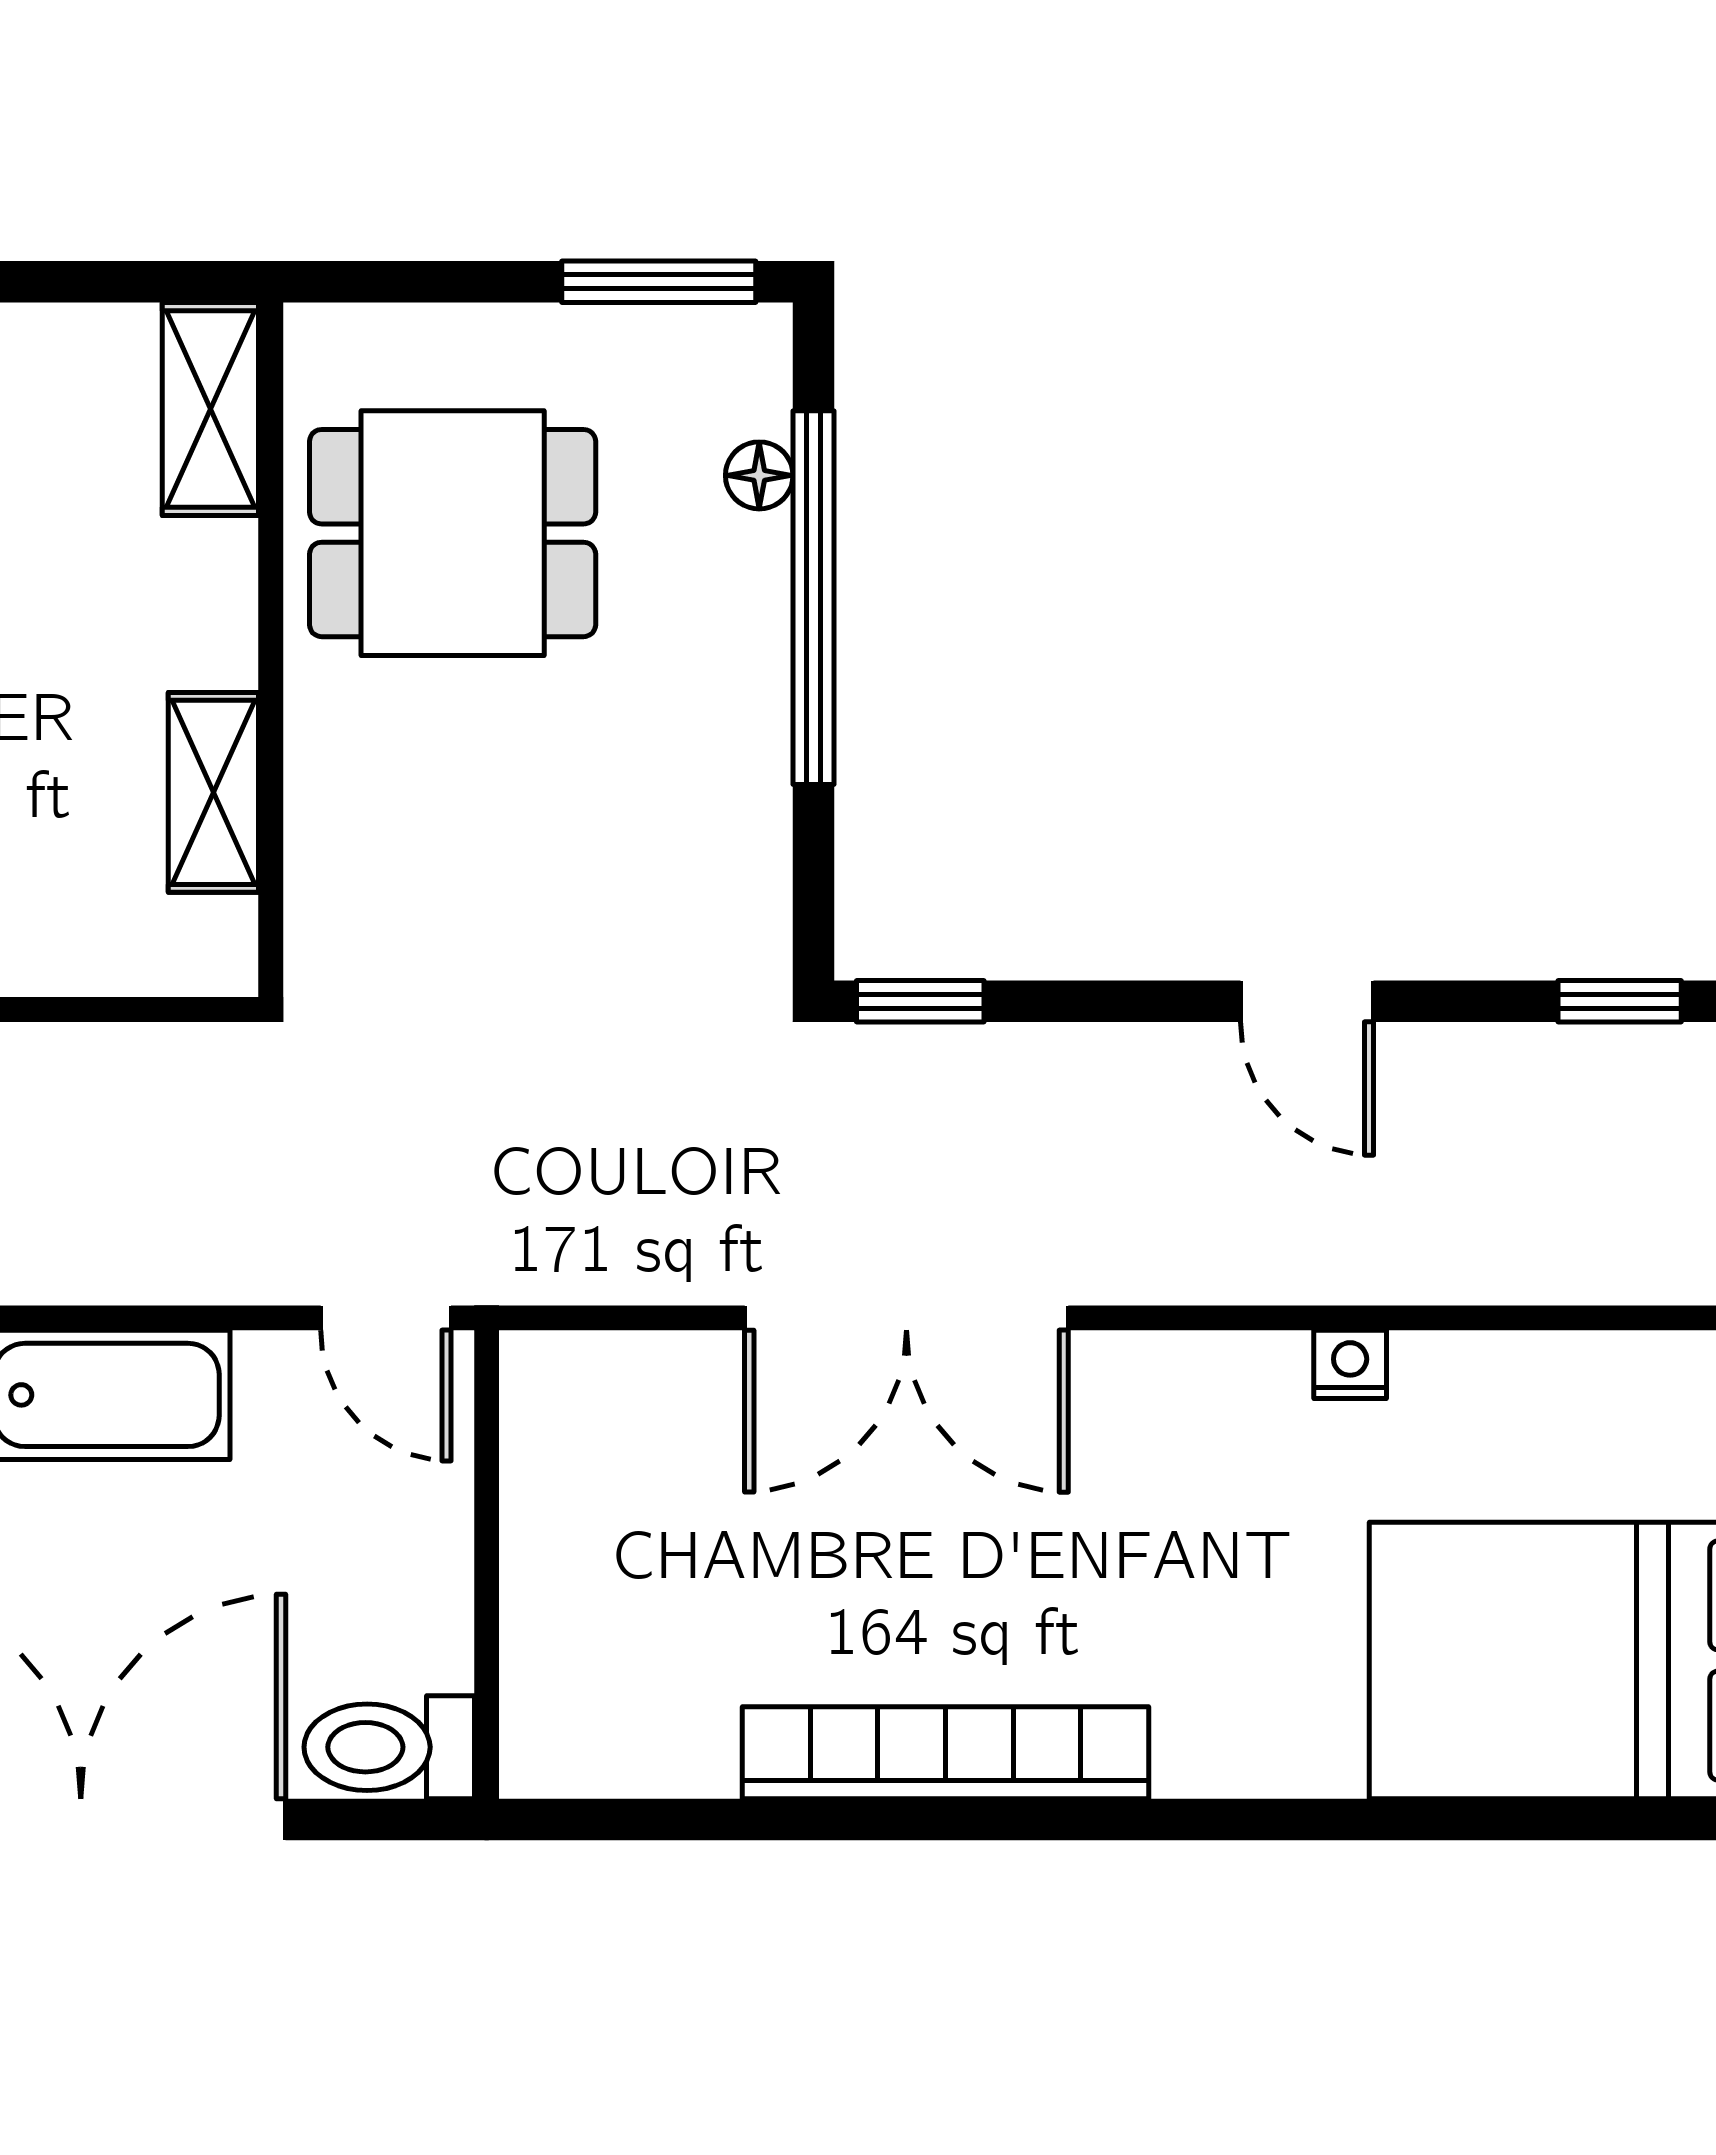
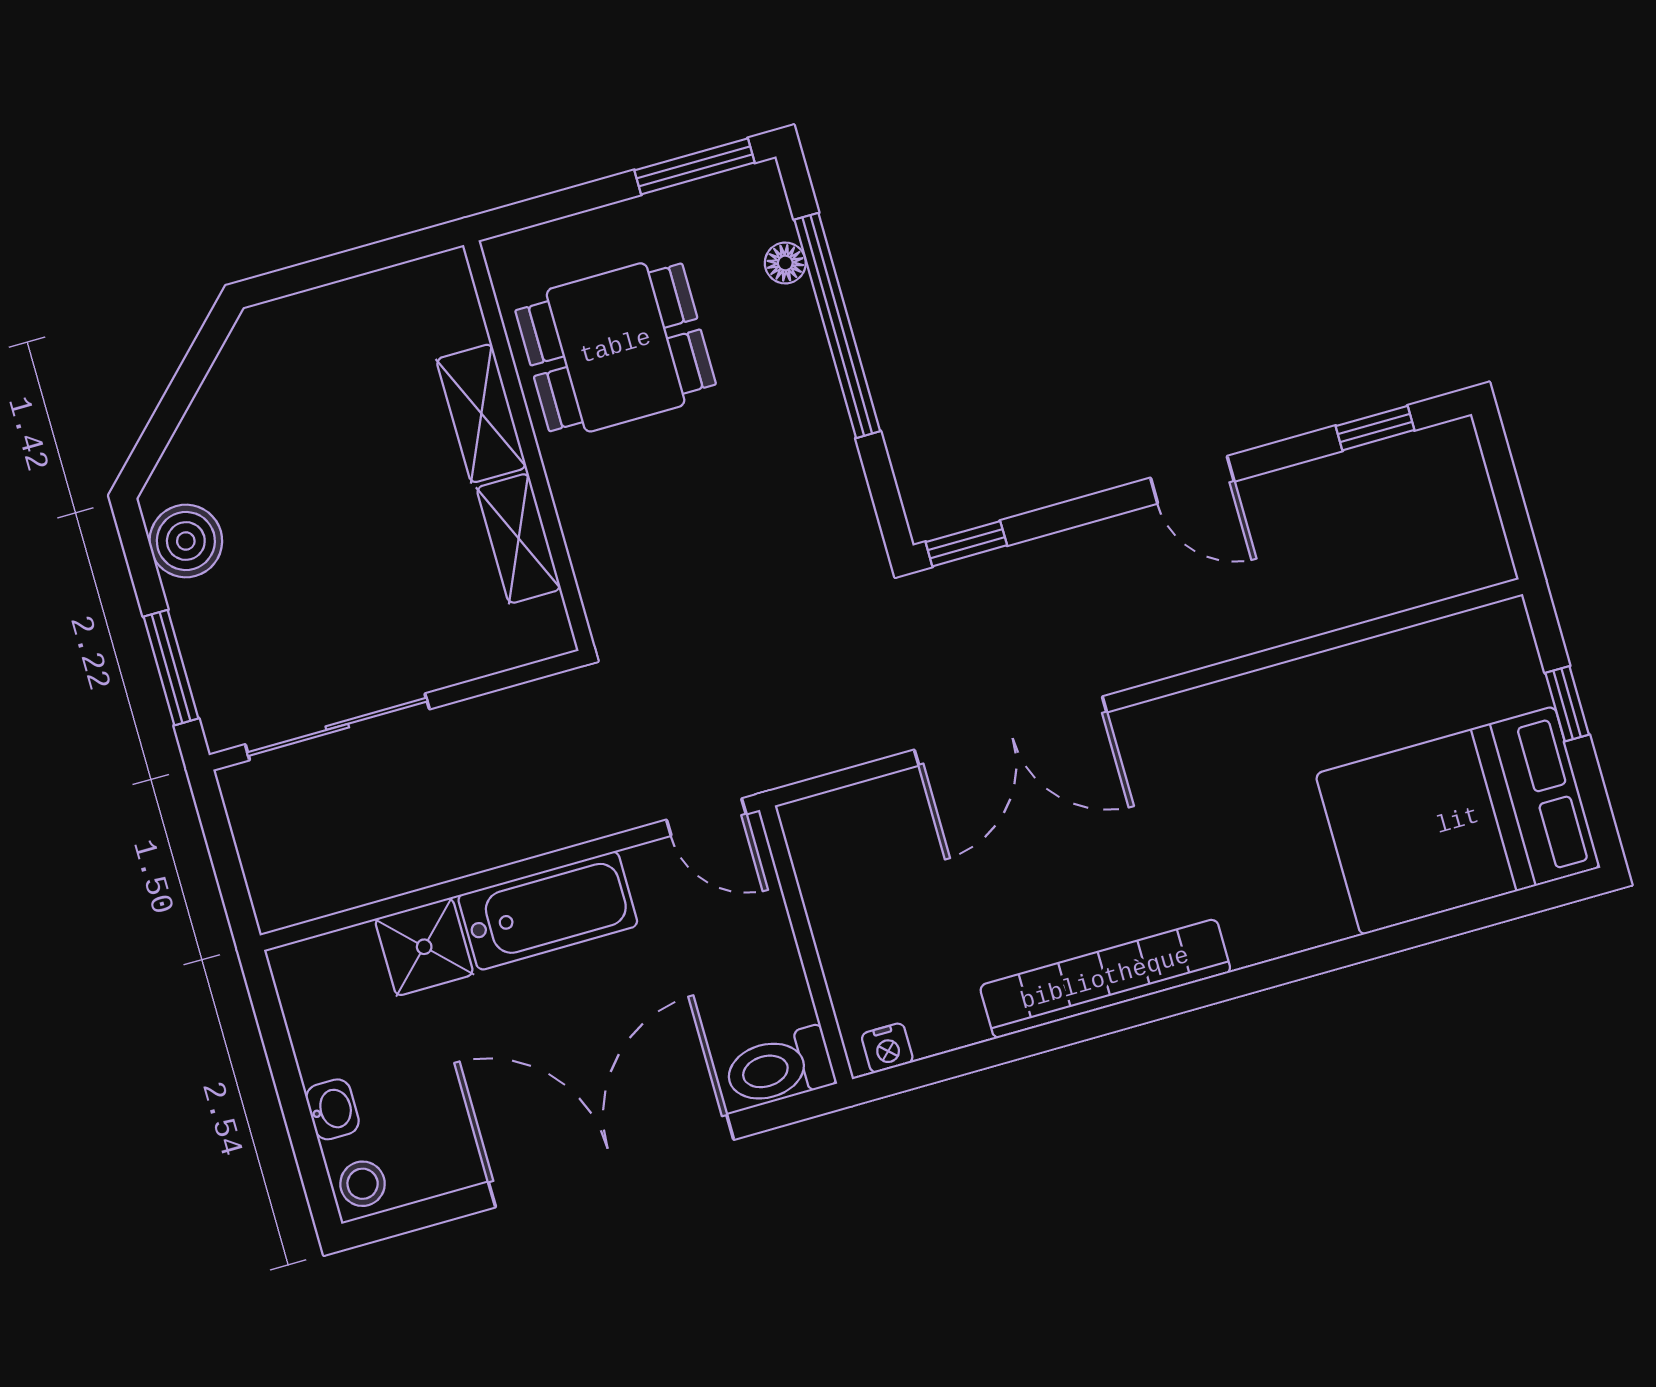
shelving: (210, 409) -> (481, 413), moved
nightstand: (1350, 1364) -> (887, 1048), moved, turned 180

